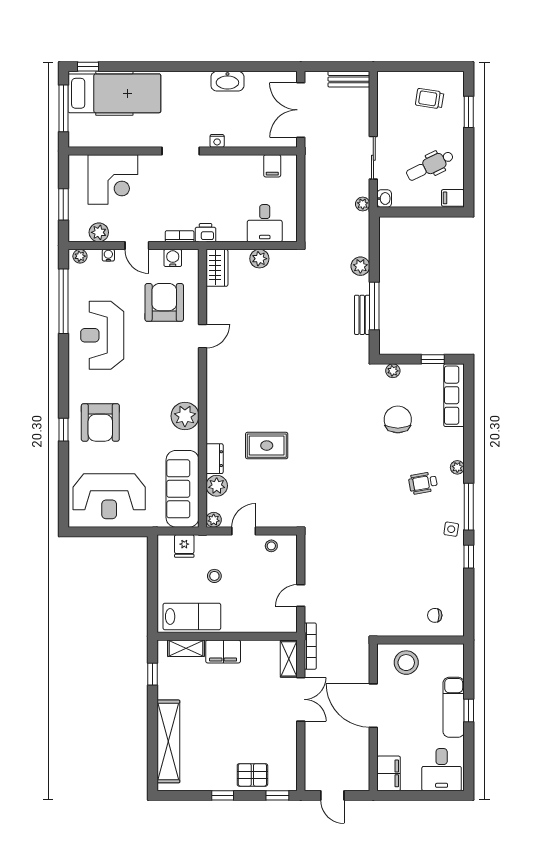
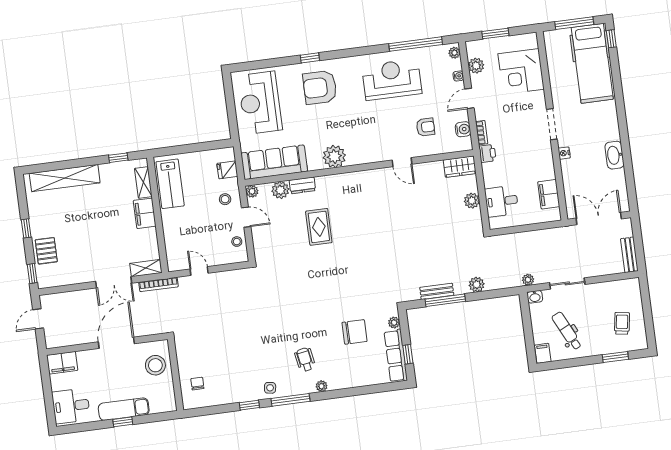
filing cabinet: (272, 166) -> (549, 194), width x2.00
armchair: (164, 302) -> (426, 127), width x0.53, depth x0.53
row of seats: (454, 395) -> (396, 356), moved, turned -90
stool: (214, 576) -> (225, 199), moved

